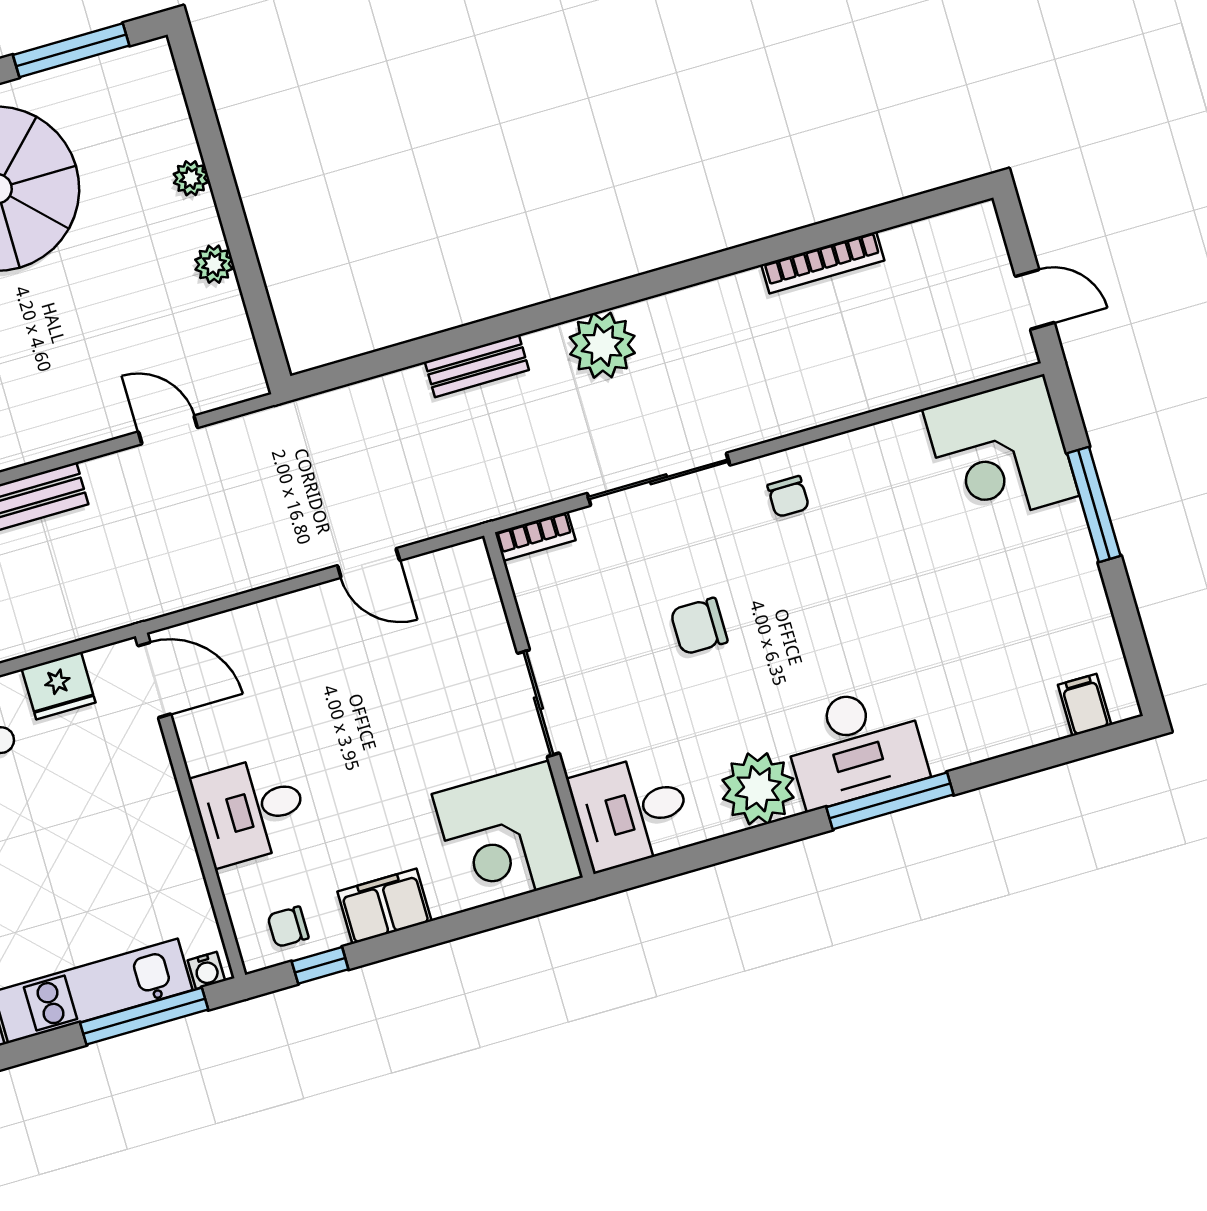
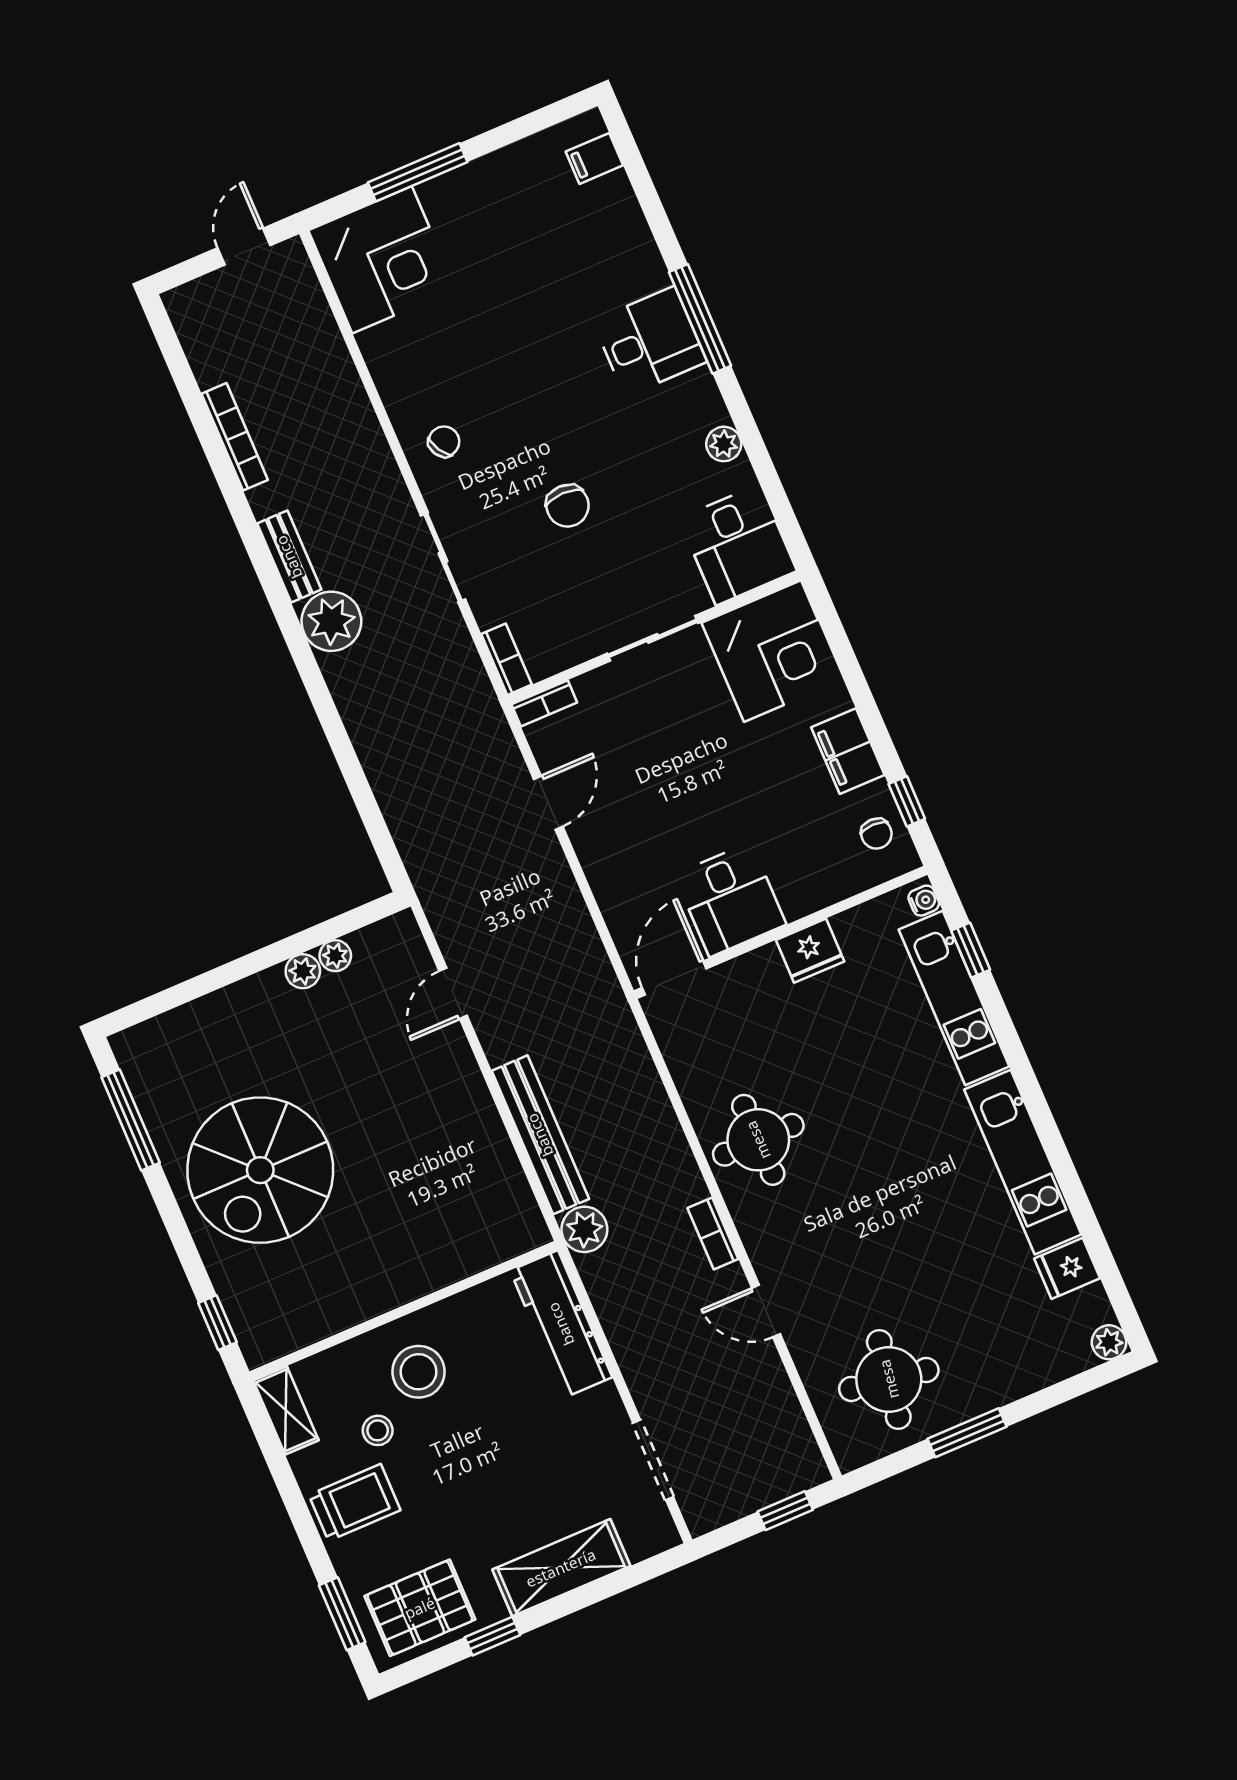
plant: (191, 178) -> (335, 956), moved
bench: (477, 366) -> (289, 557), moved
sliding door: (659, 479) -> (443, 557), width x0.73
chair: (788, 497) -> (444, 442), turned -31
bookcase: (481, 572) -> (544, 703), added
fridge: (59, 686) -> (810, 951), moved, turned 90
desk: (855, 746) -> (650, 341), width x0.73
plant: (758, 789) -> (724, 444), width x0.53, depth x0.53
desk: (251, 810) -> (730, 900), moved
window: (144, 1016) -> (971, 950), width x0.46

